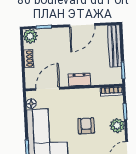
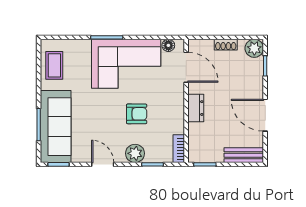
bench: (115, 46) -> (244, 155), width x0.73

